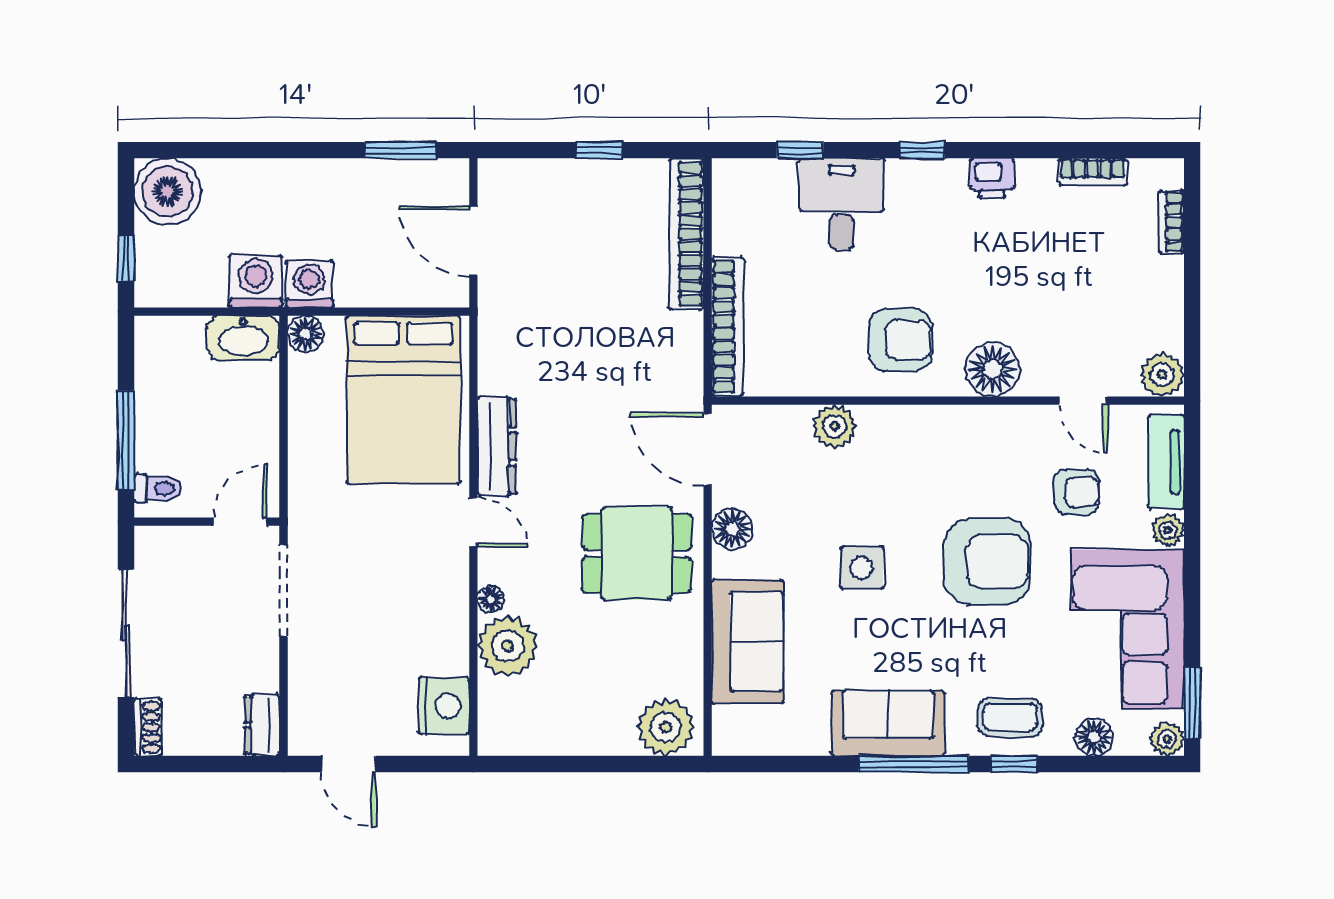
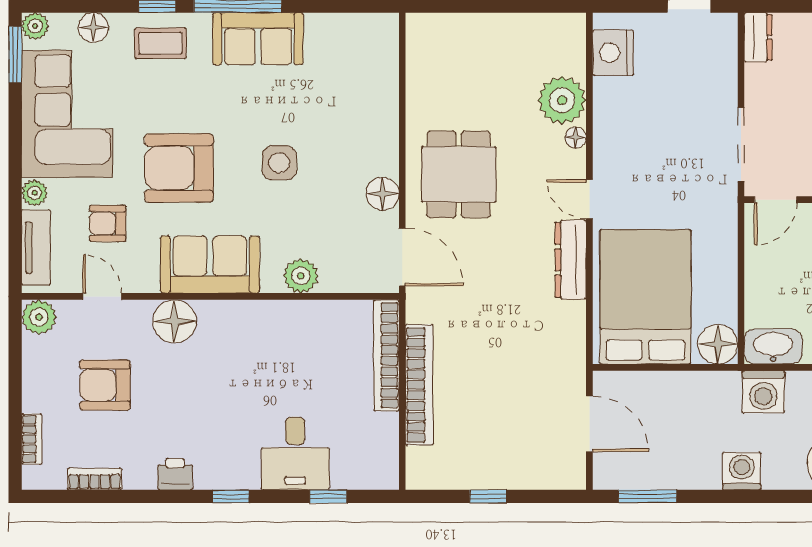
bookcase: (686, 234) -> (419, 385), moved
washing machine: (309, 284) -> (742, 471), moved, turned 180
floor lamp: (306, 334) -> (718, 344), width x1.38, depth x1.38
armchair: (900, 340) -> (105, 385), moved
dining table: (637, 553) -> (459, 174), turned 90
sofa: (747, 641) -> (210, 265), moved, turned 90
plant: (666, 727) -> (436, 35), removed

